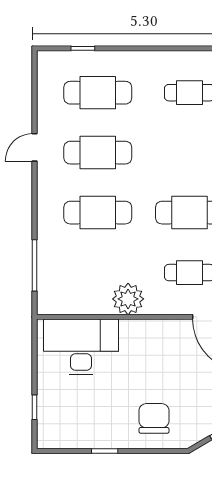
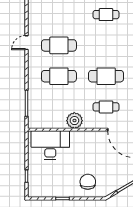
cafe table: (98, 93) -> (59, 15), removed

